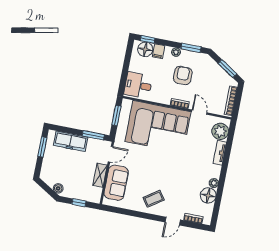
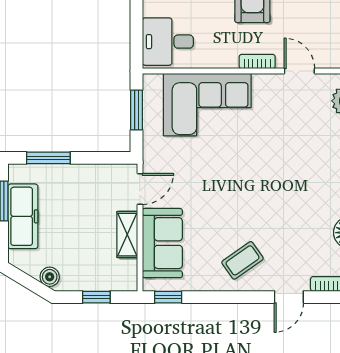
corner sofa: (158, 127) -> (207, 105), width x0.73, depth x0.74
window: (93, 135) -> (48, 158), moved
freezer: (71, 141) -> (23, 216), moved, turned -90
window: (114, 210) -> (168, 297), added

